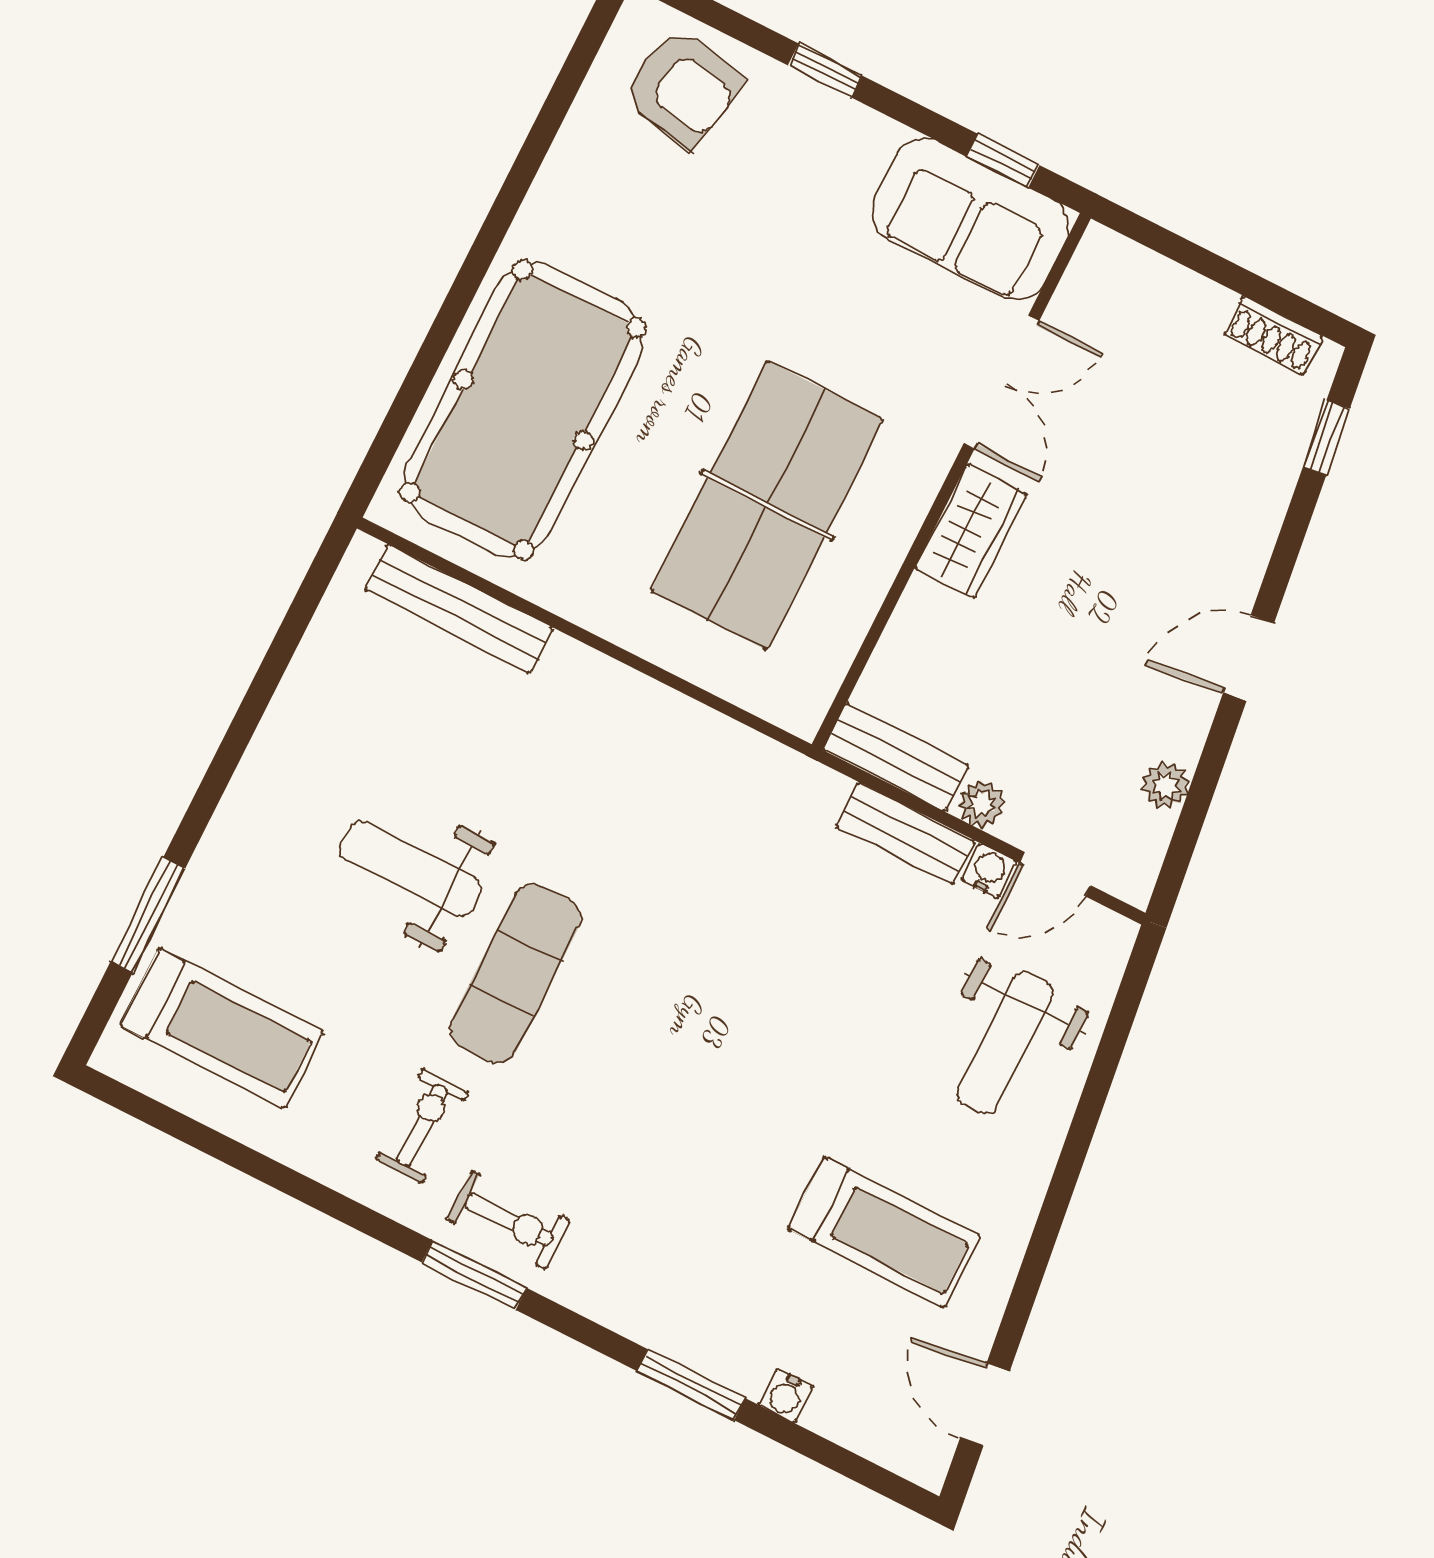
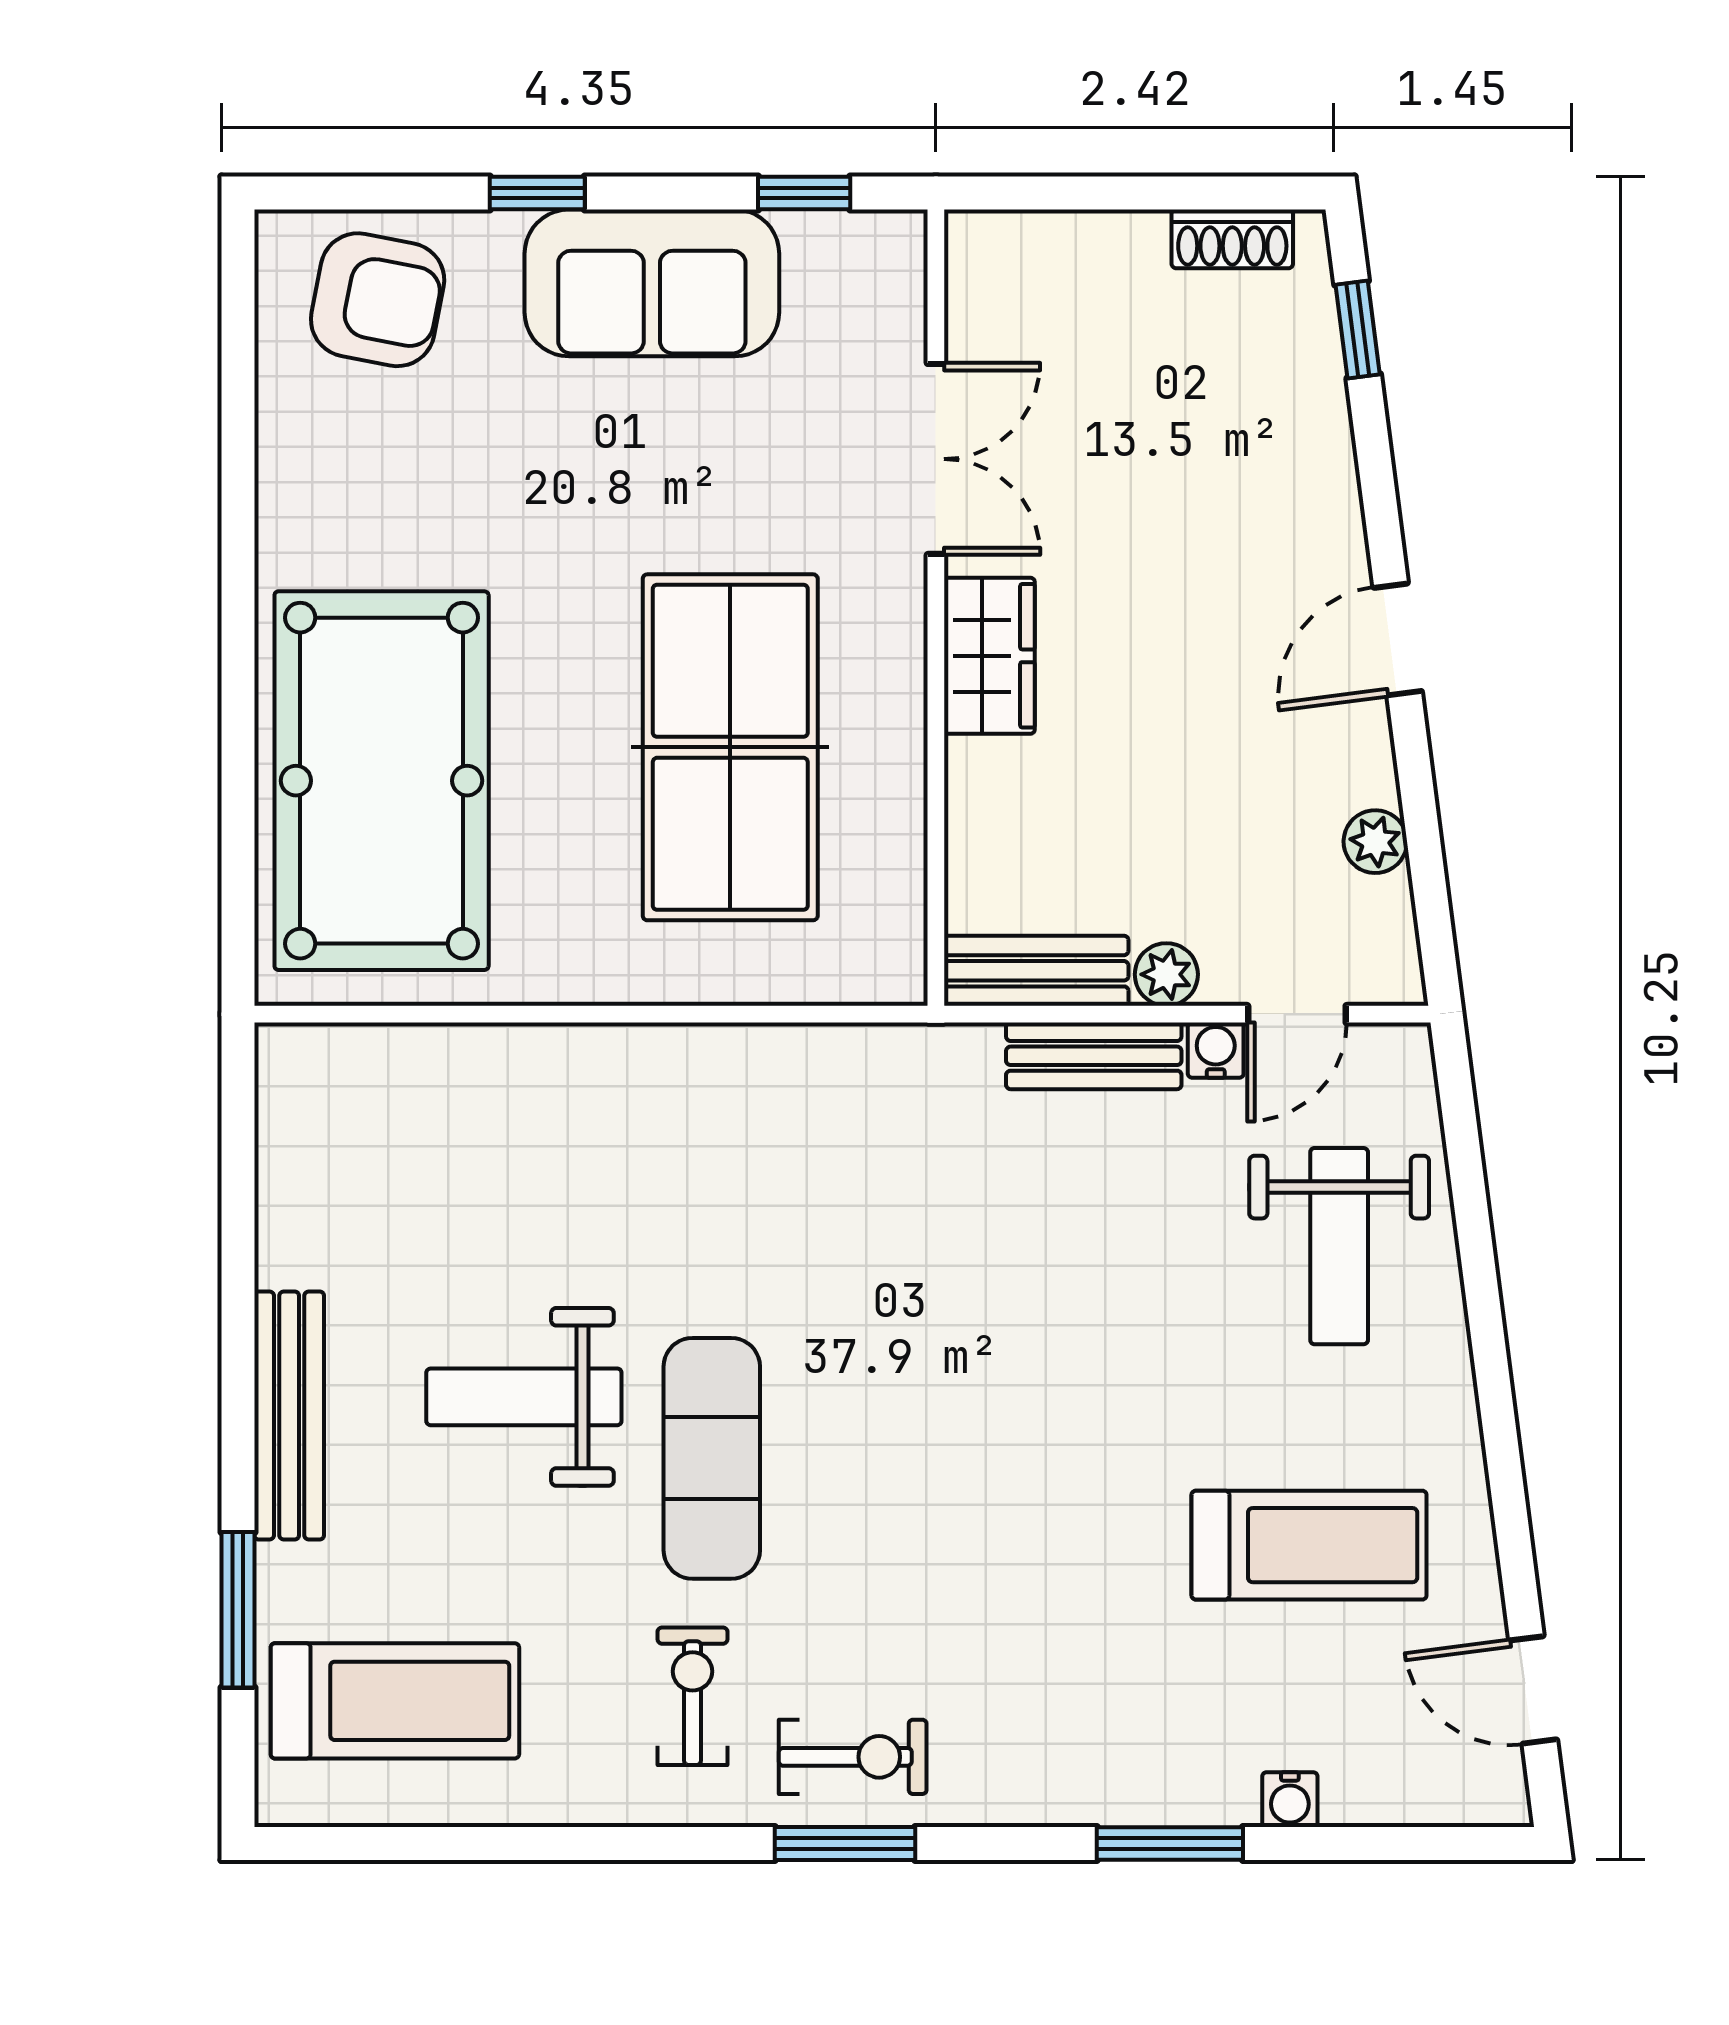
sofa: (970, 219) -> (652, 283), moved
bench: (459, 609) -> (289, 1416), moved, turned 90

